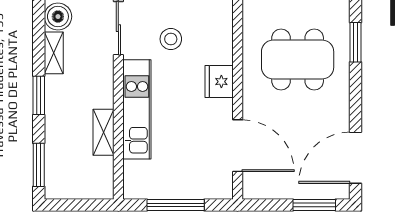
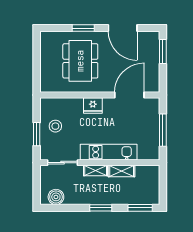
stool: (171, 39) -> (55, 126), moved
window: (355, 42) -> (83, 28), moved
shelving: (54, 53) -> (96, 170), moved
door: (355, 158) -> (123, 28), moved

